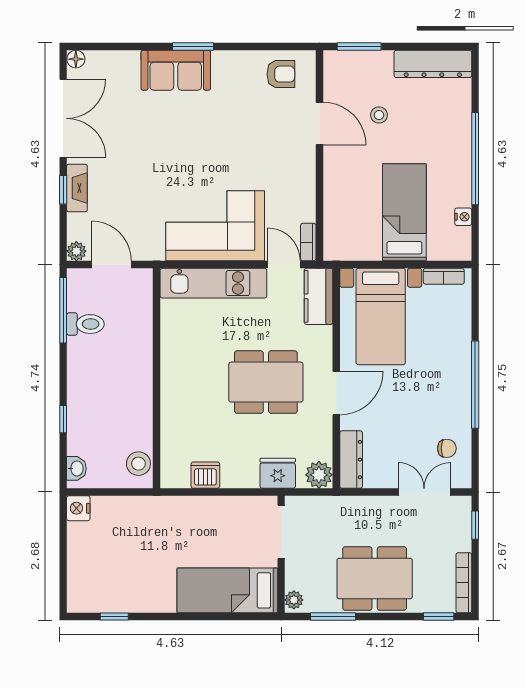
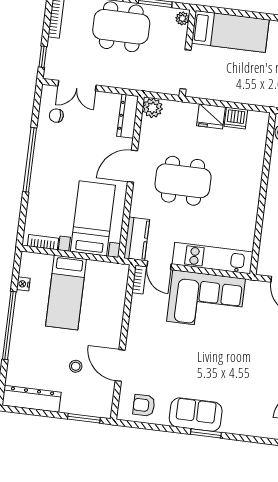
sofa: (176, 70) -> (196, 415), moved
fridge: (278, 473) -> (211, 116), moved

